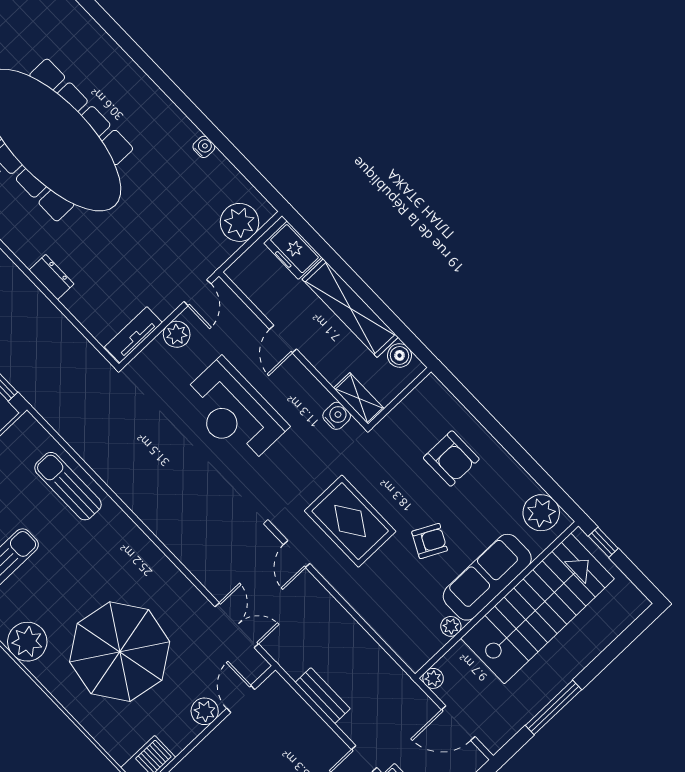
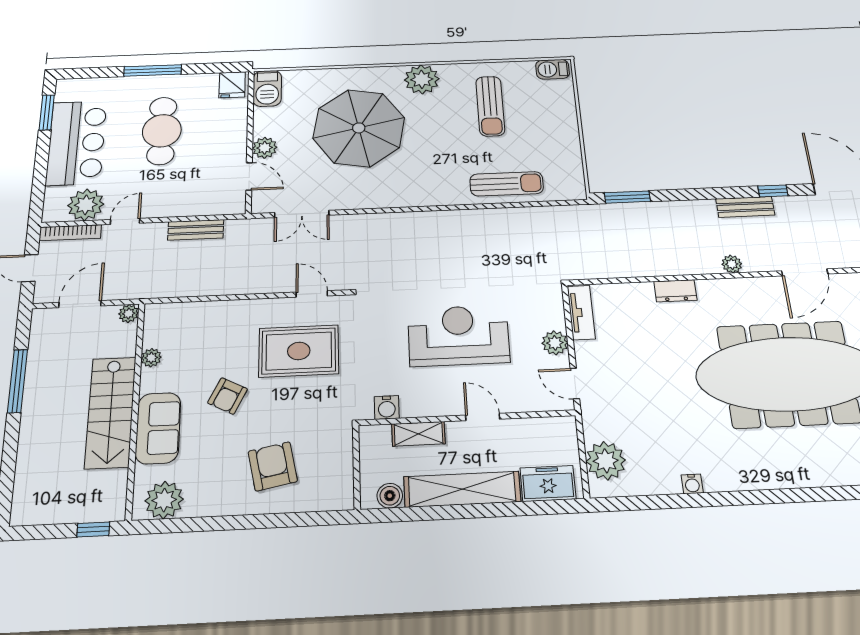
shelving: (359, 398) -> (418, 434), moved
armchair: (451, 458) -> (273, 466), turned 79
sofa: (487, 577) -> (158, 428), width x0.73
stairs: (537, 608) -> (111, 412), width x0.73, depth x0.66

